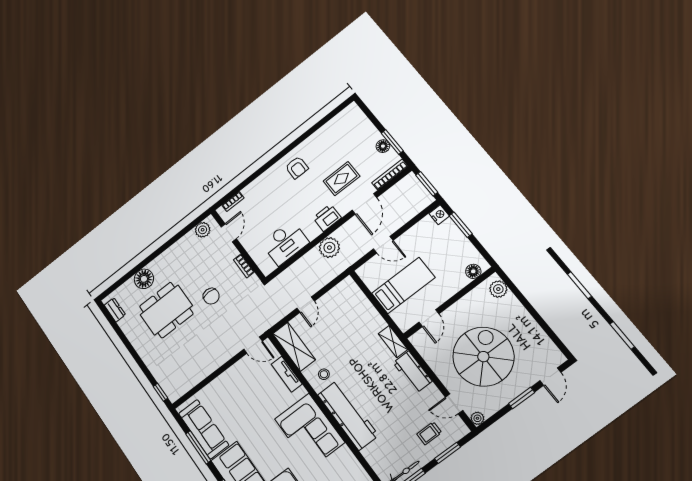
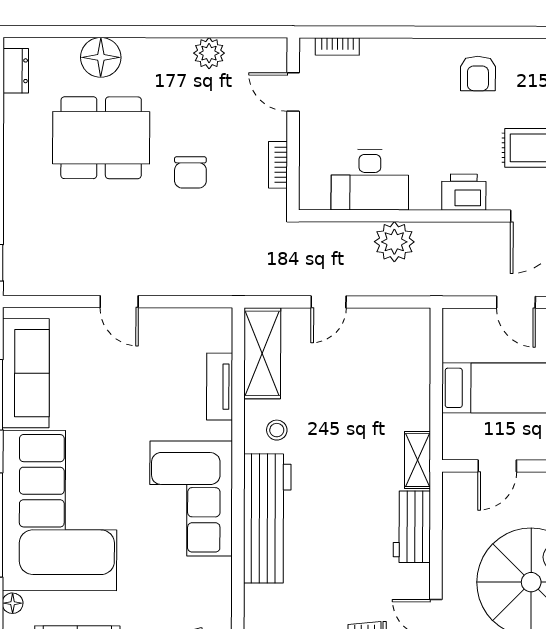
plant: (203, 230) -> (209, 53), moved
door: (229, 233) -> (293, 92), swing flipped
plant: (329, 248) -> (394, 242), moved
door: (253, 345) -> (119, 302), moved

